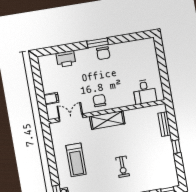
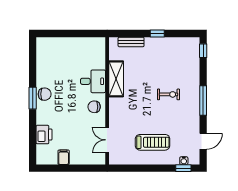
desk: (145, 92) -> (93, 81), moved
filing cabinet: (51, 99) -> (64, 157), moved
shelving: (107, 120) -> (116, 79), moved

